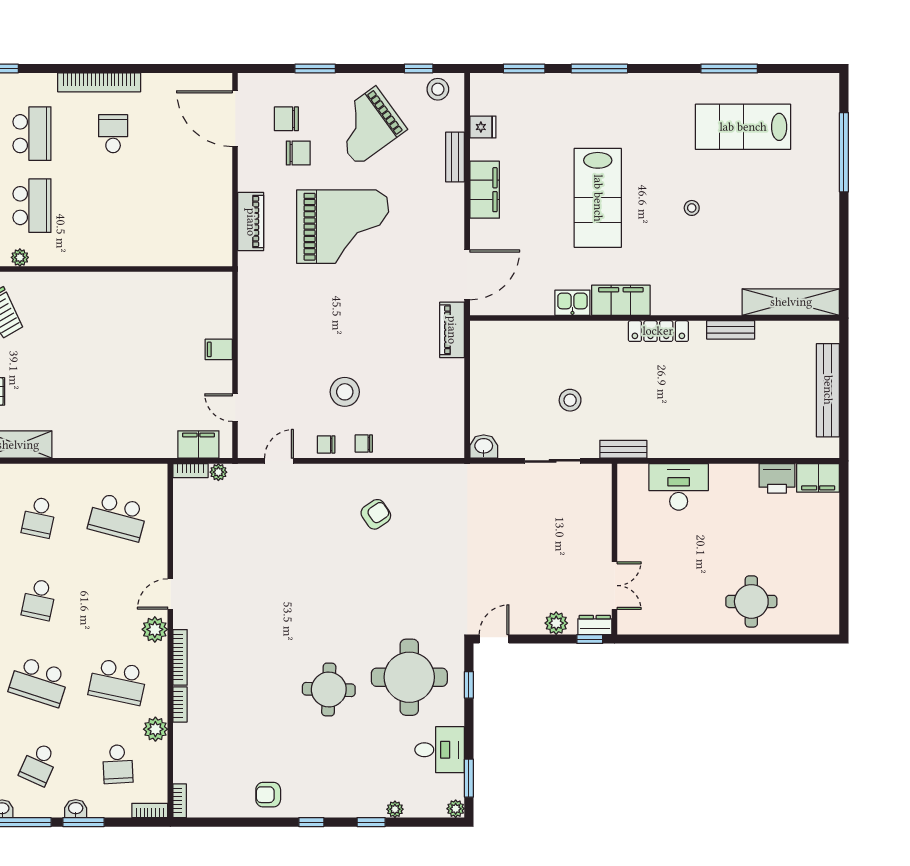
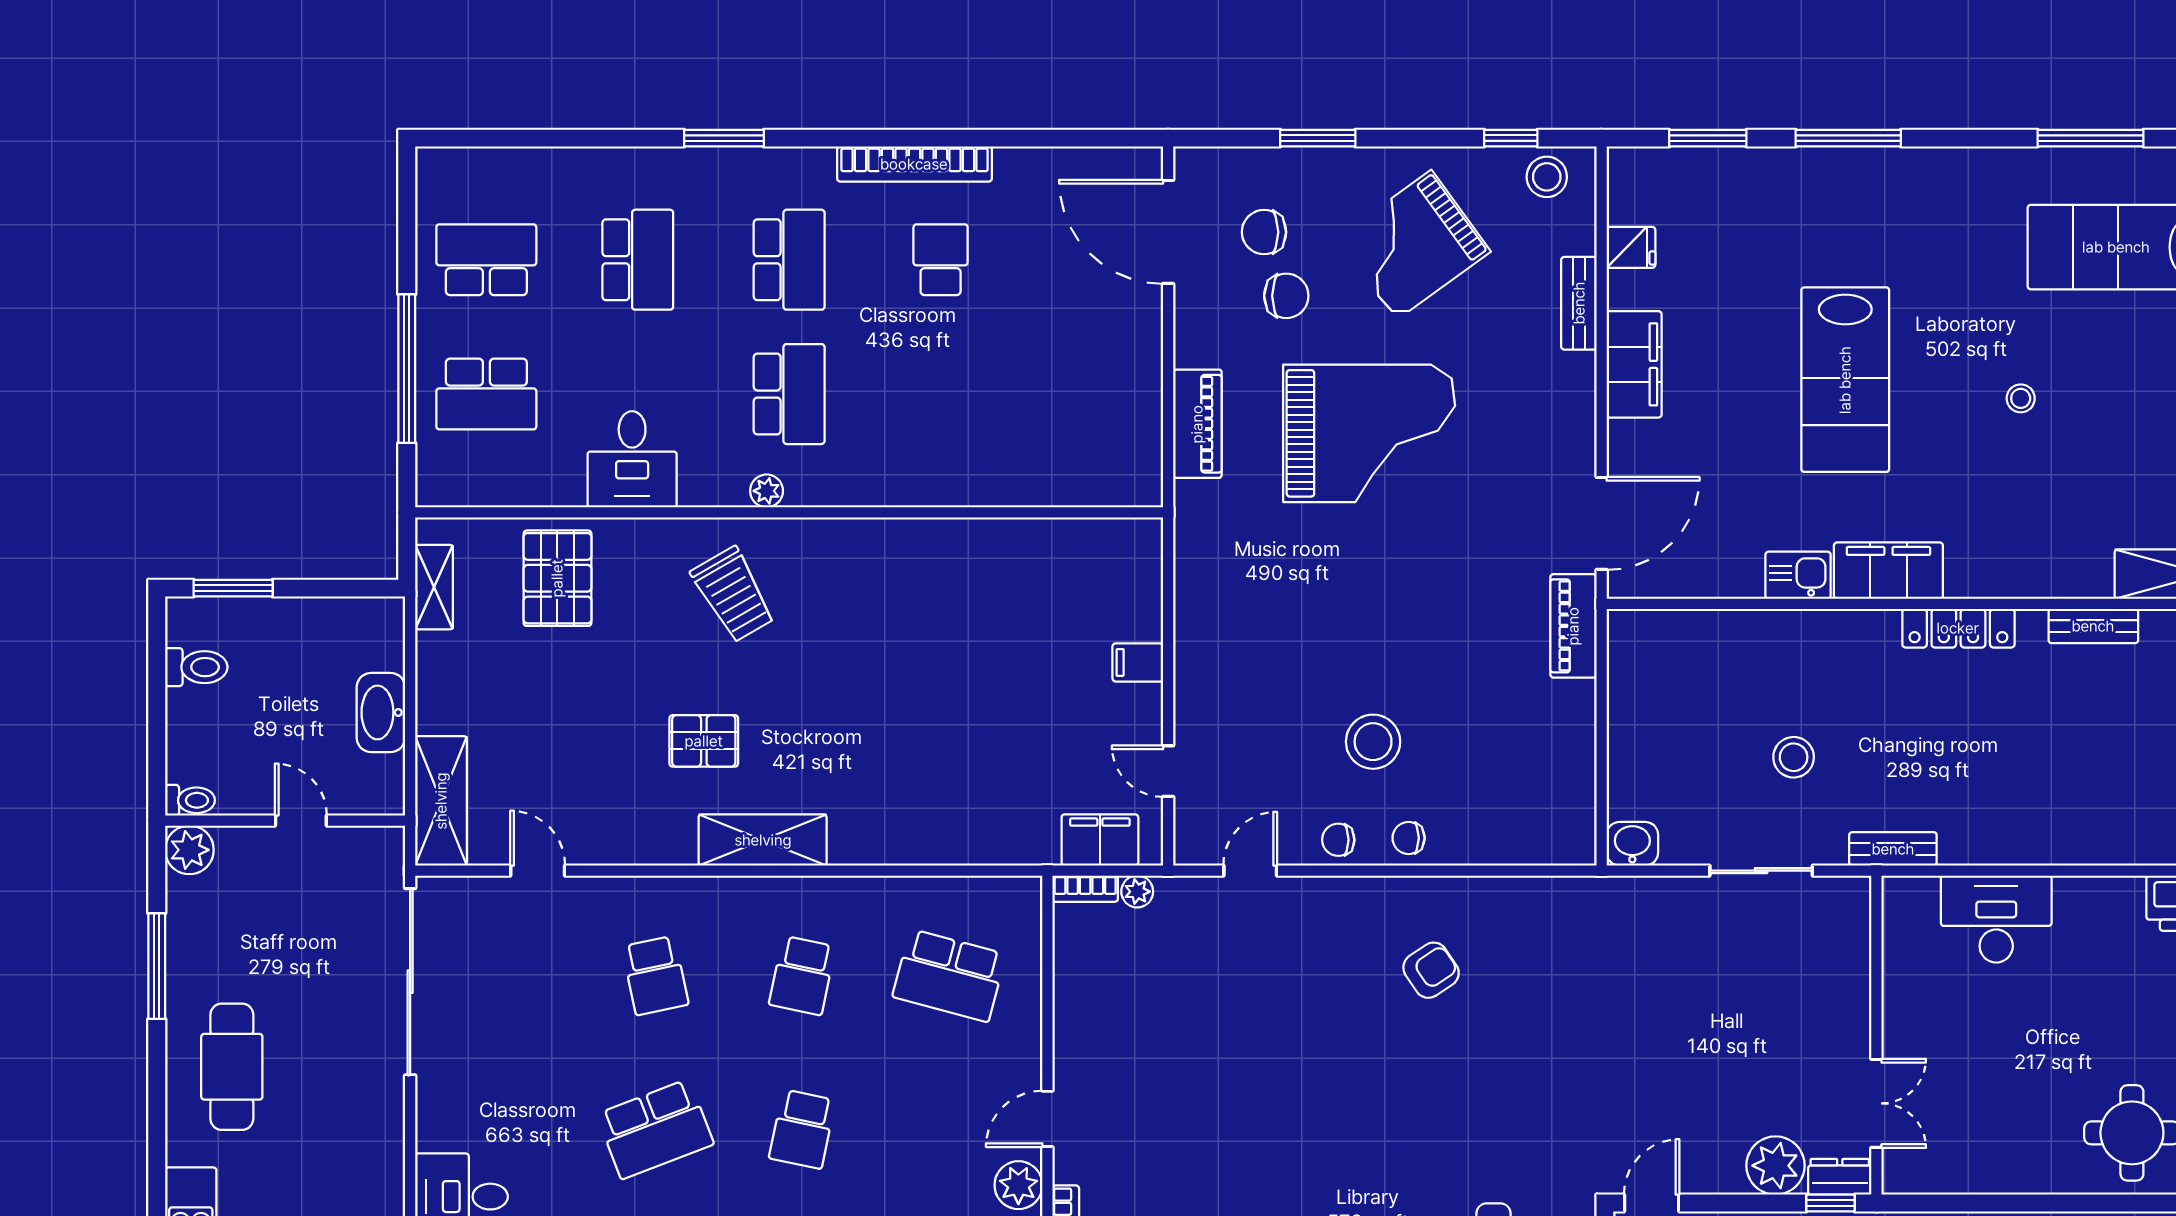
plant: (556, 623) -> (1776, 1166), width x1.36, depth x1.36

